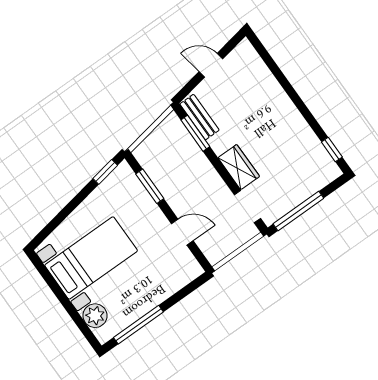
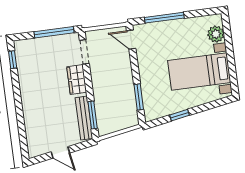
bench: (199, 117) -> (84, 118), width x1.36
window: (105, 172) -> (180, 115), moved
door: (182, 232) -> (131, 40), moved
window: (138, 325) -> (164, 18), moved

